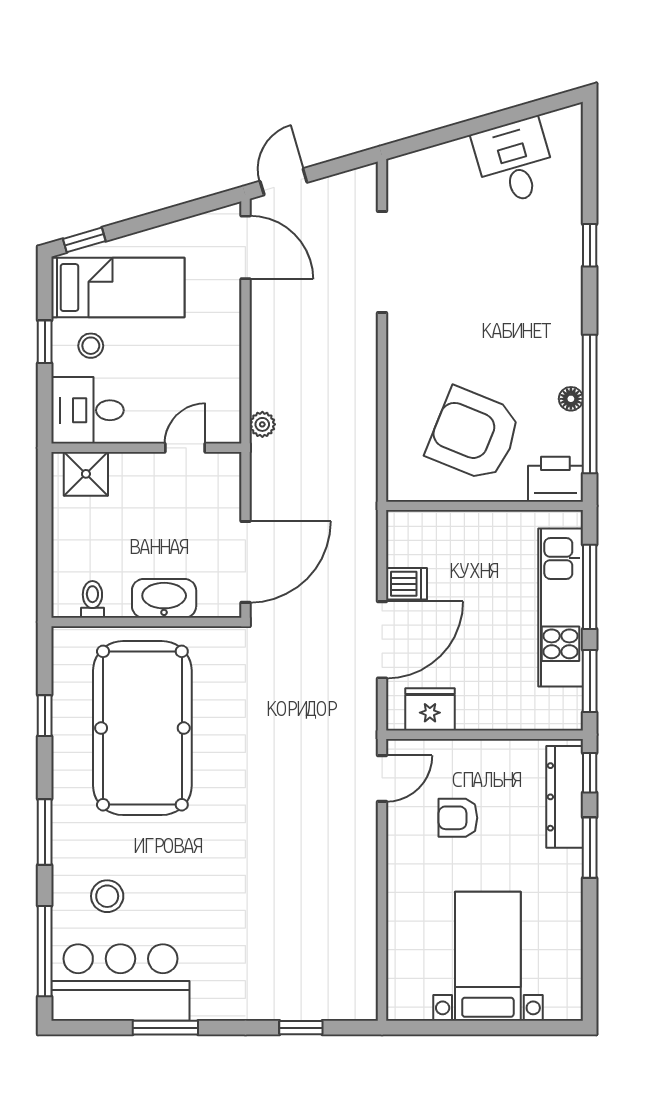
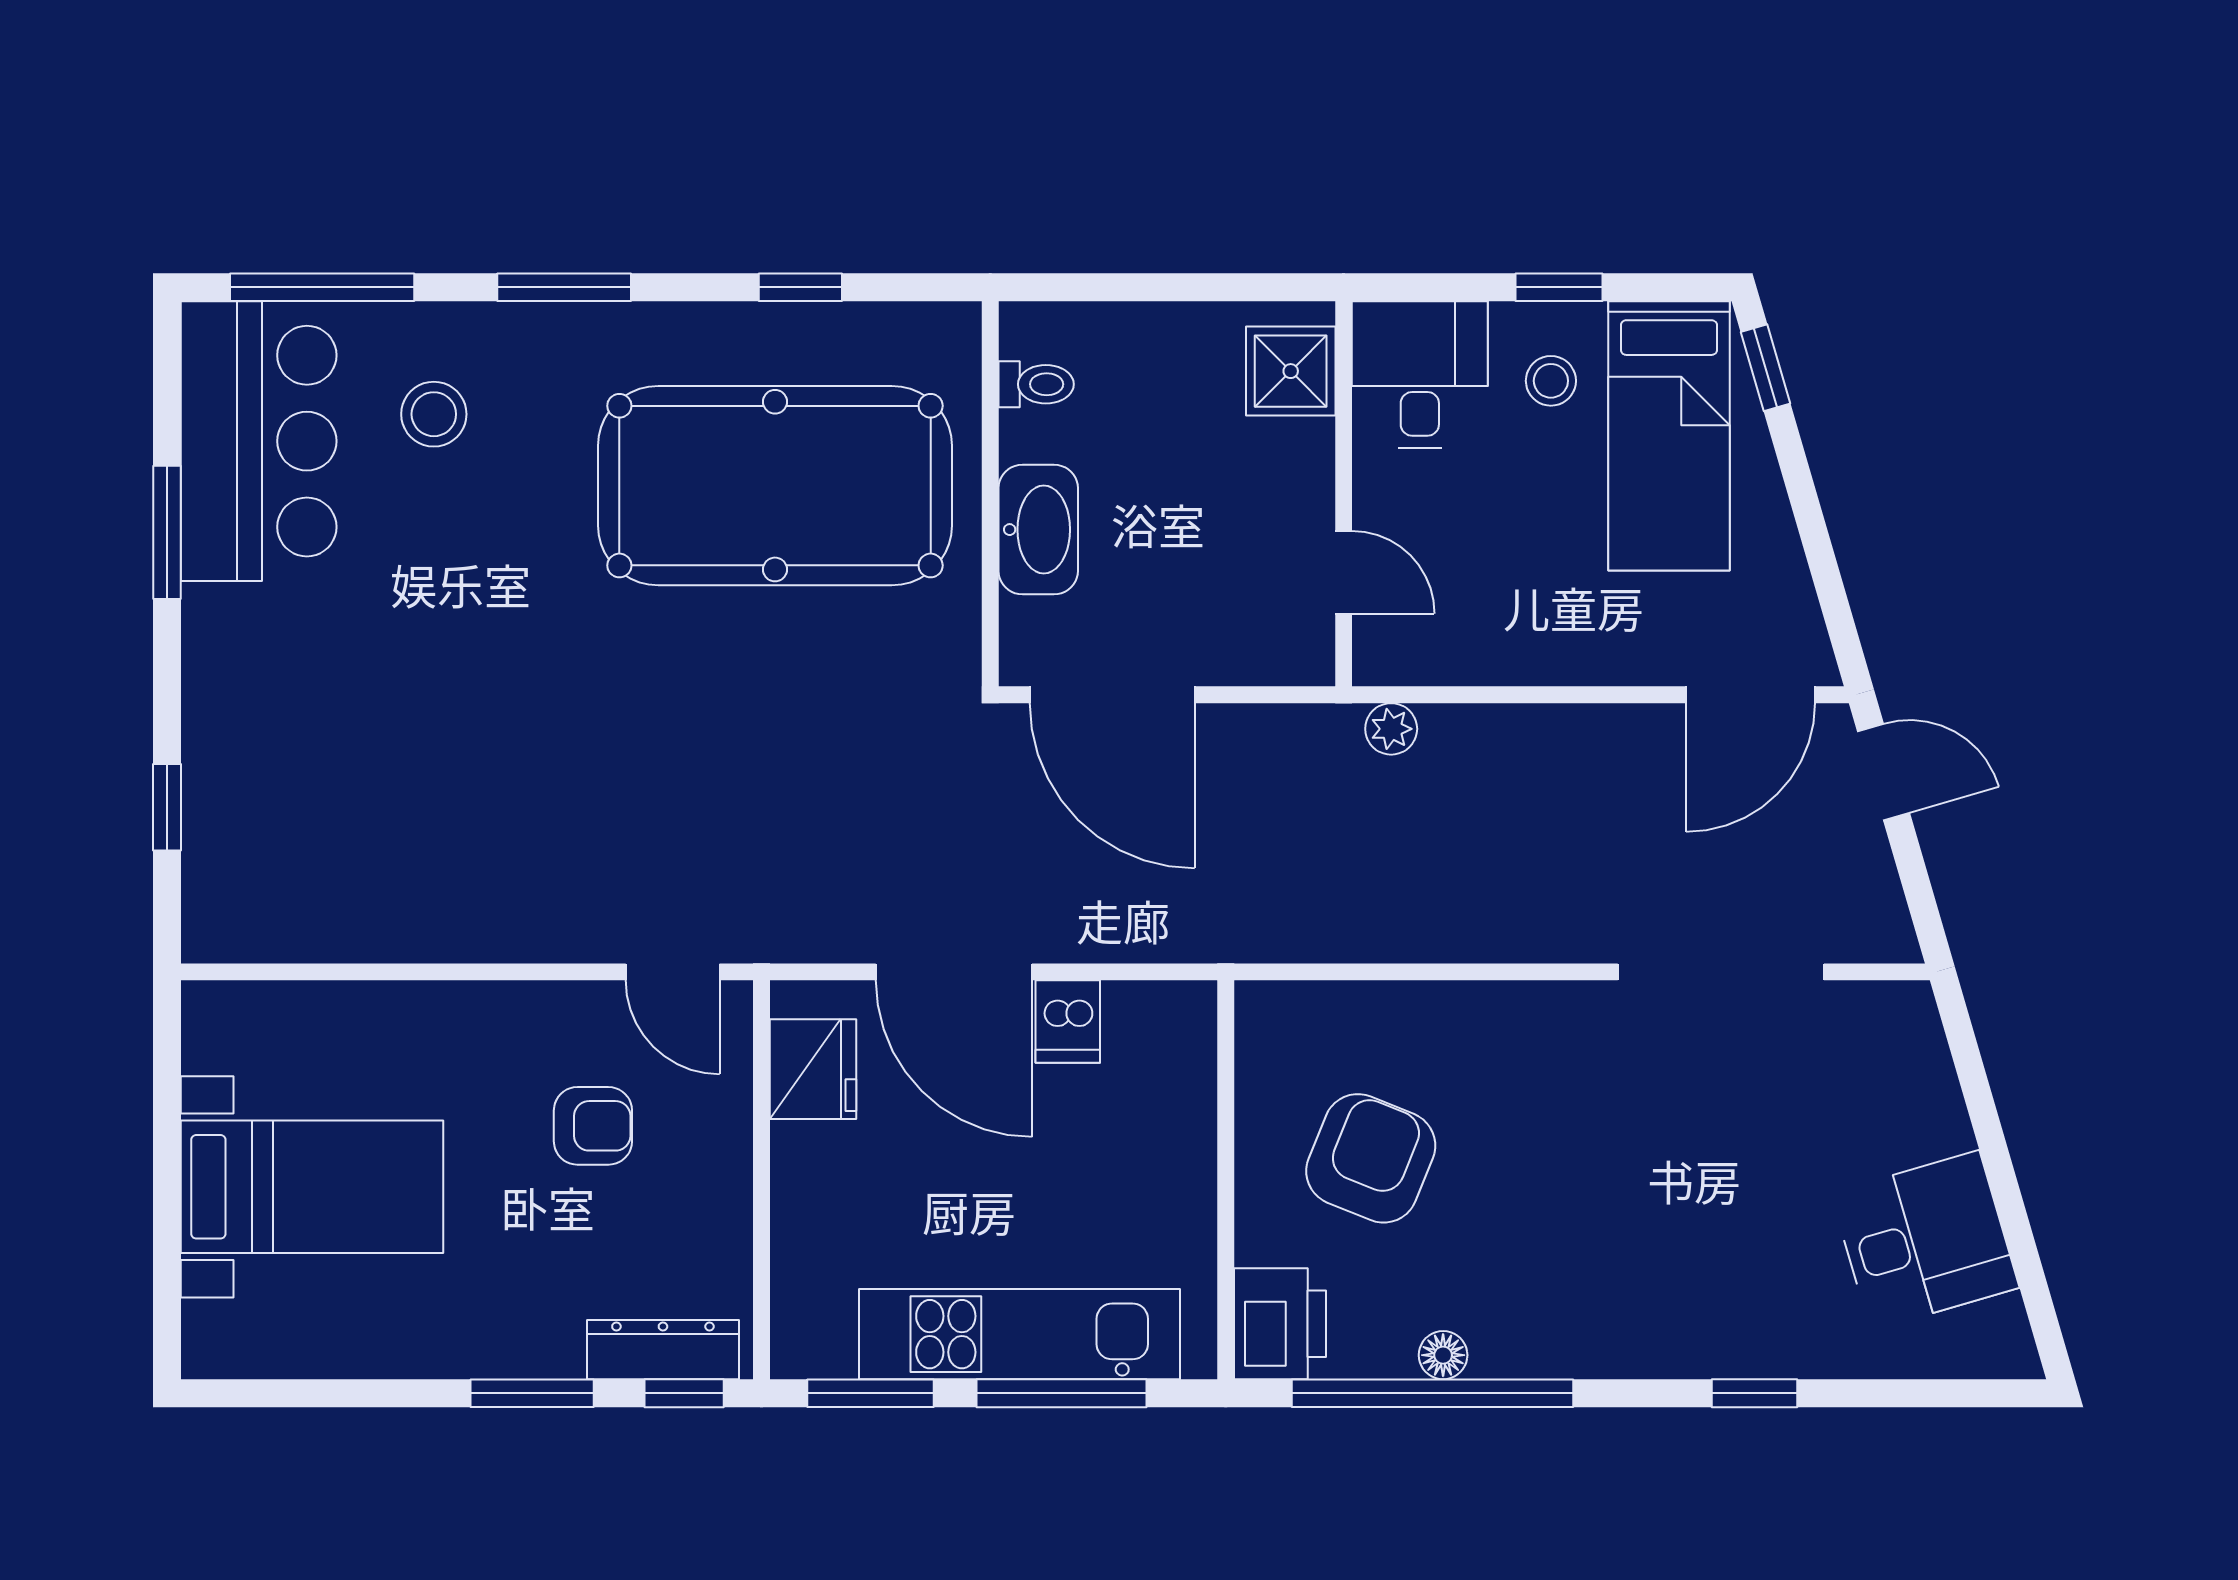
armchair: (474, 434) -> (1371, 1158), width x0.73, depth x0.73
dresser: (565, 797) -> (663, 1350), width x0.73, depth x0.80
armchair: (458, 818) -> (593, 1126), turned 90

